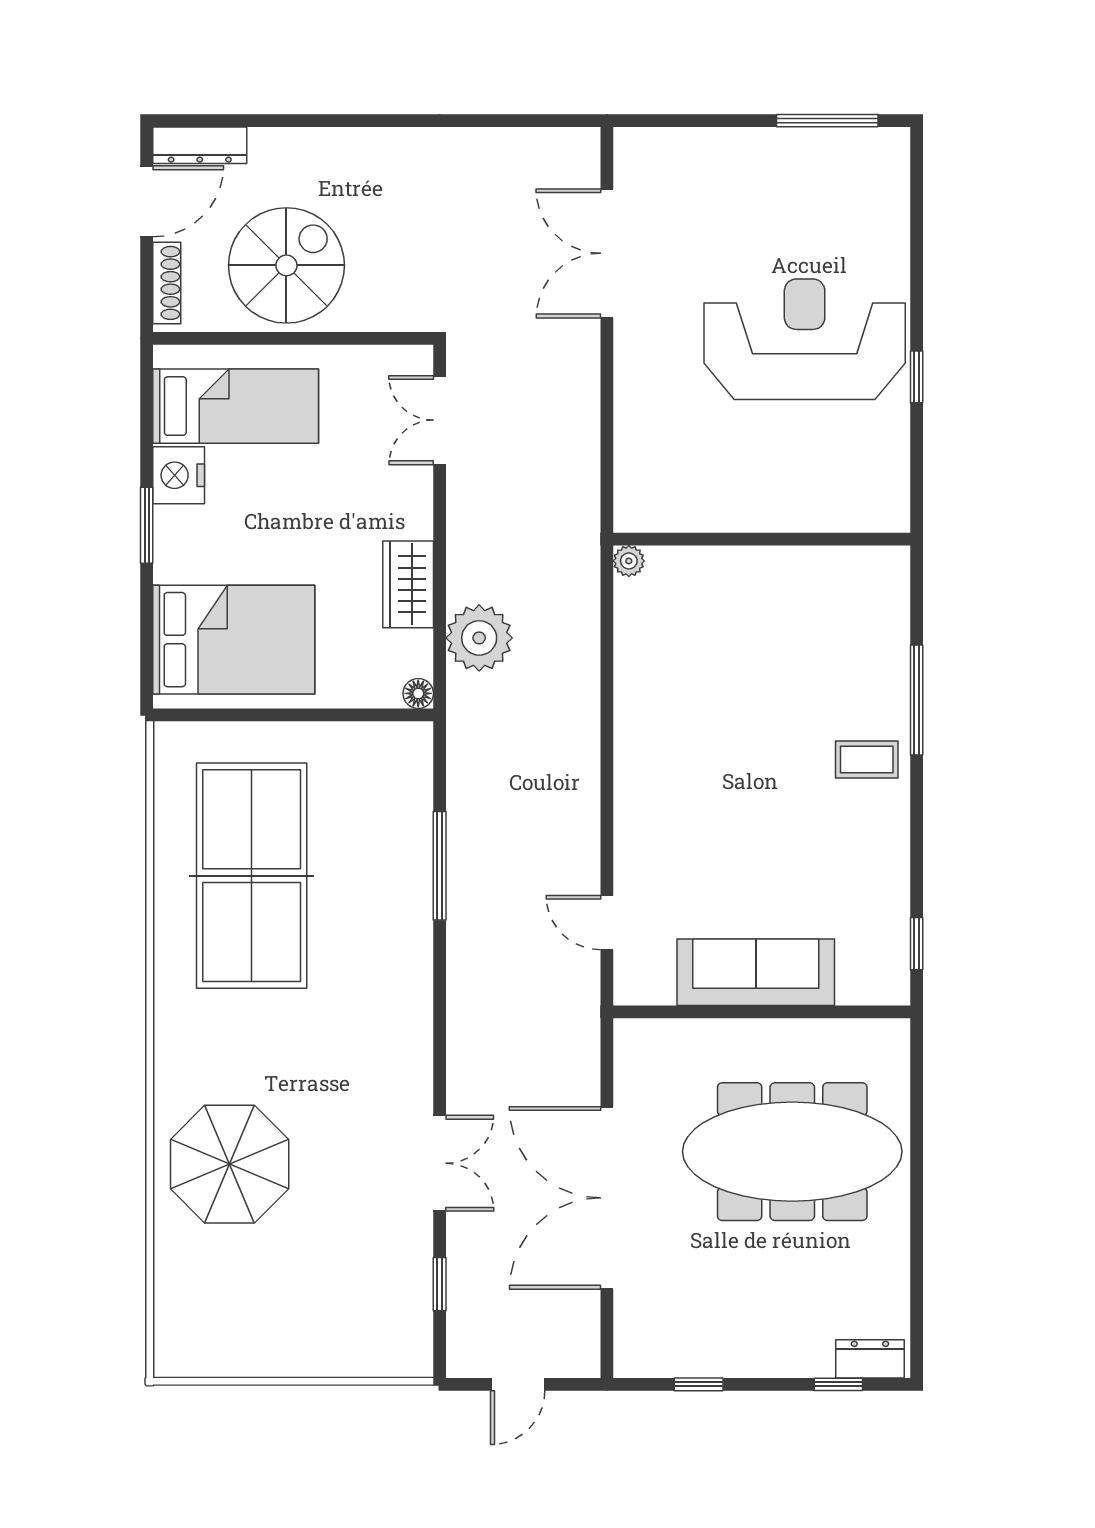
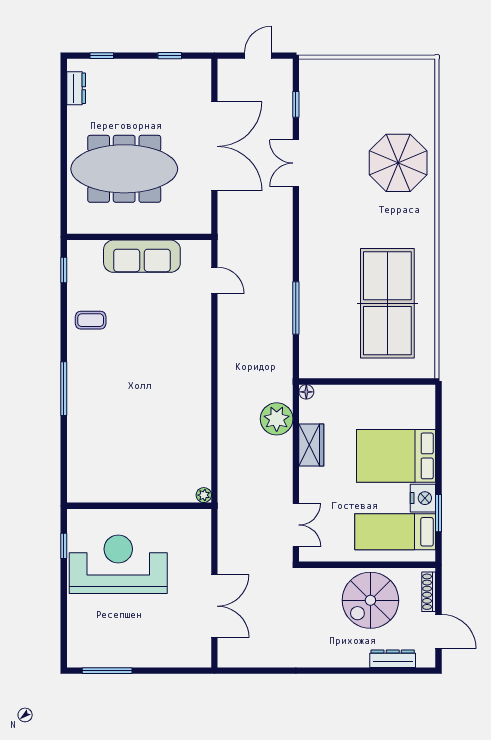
dresser: (200, 145) -> (393, 659), moved
door: (147, 201) -> (438, 631), swing flipped
reception desk: (805, 339) -> (118, 564), turned 180
window: (147, 525) -> (438, 513), moved
wall: (762, 539) -> (139, 506), moved
plant: (629, 561) -> (204, 495), moved
bed: (234, 640) -> (396, 456), moved
coffee table: (867, 760) -> (91, 320), moved
dresser: (870, 1359) -> (76, 88), moved, turned -90

